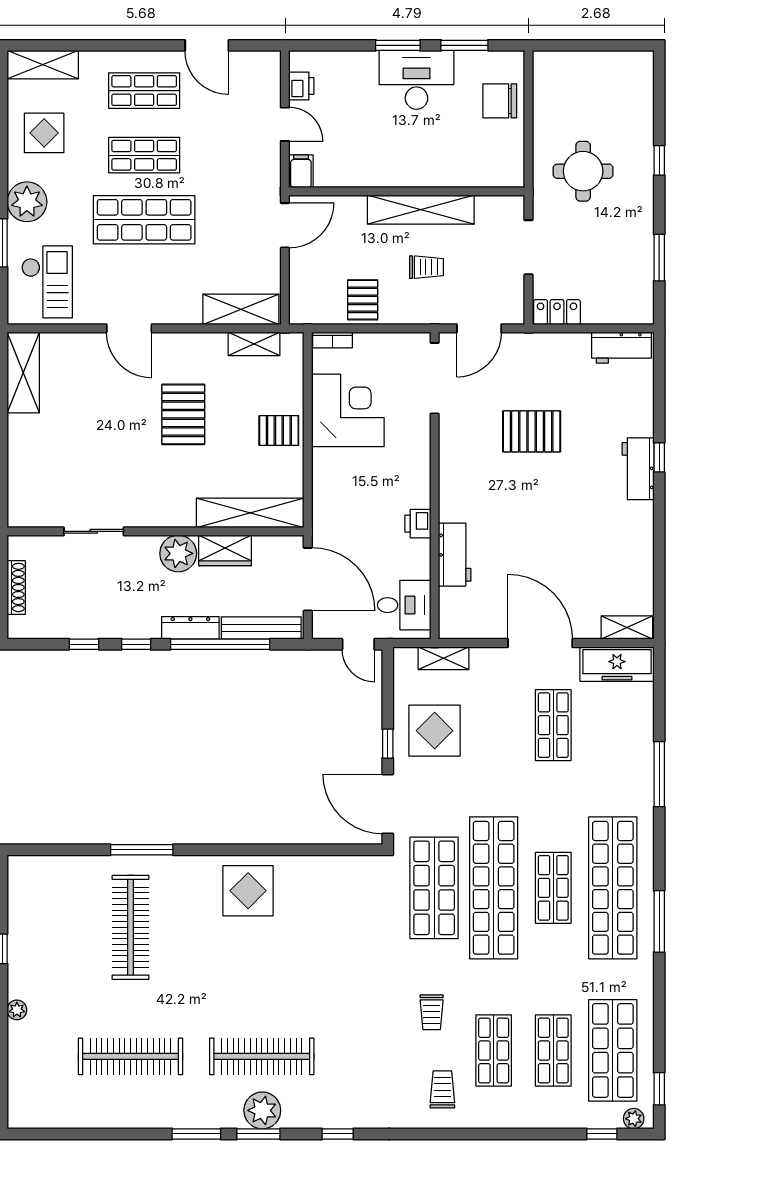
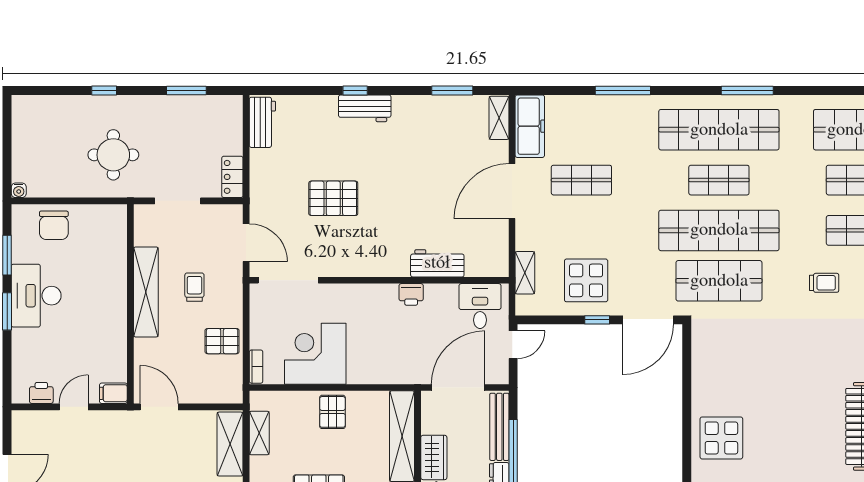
water cooler: (541, 59) -> (19, 190), added
pallet: (532, 431) -> (333, 198), turned 90
window: (659, 572) -> (452, 91), added

